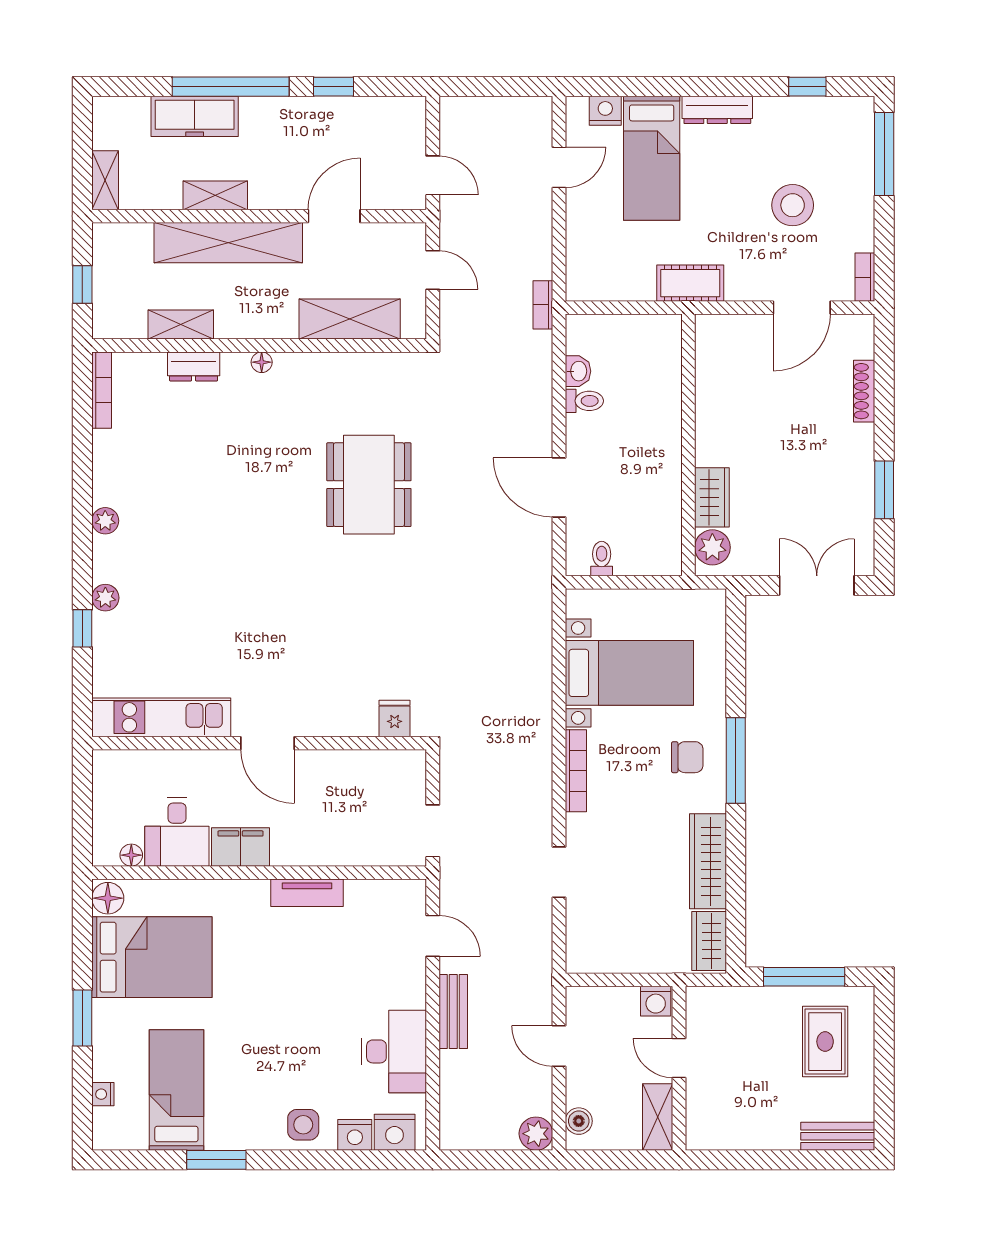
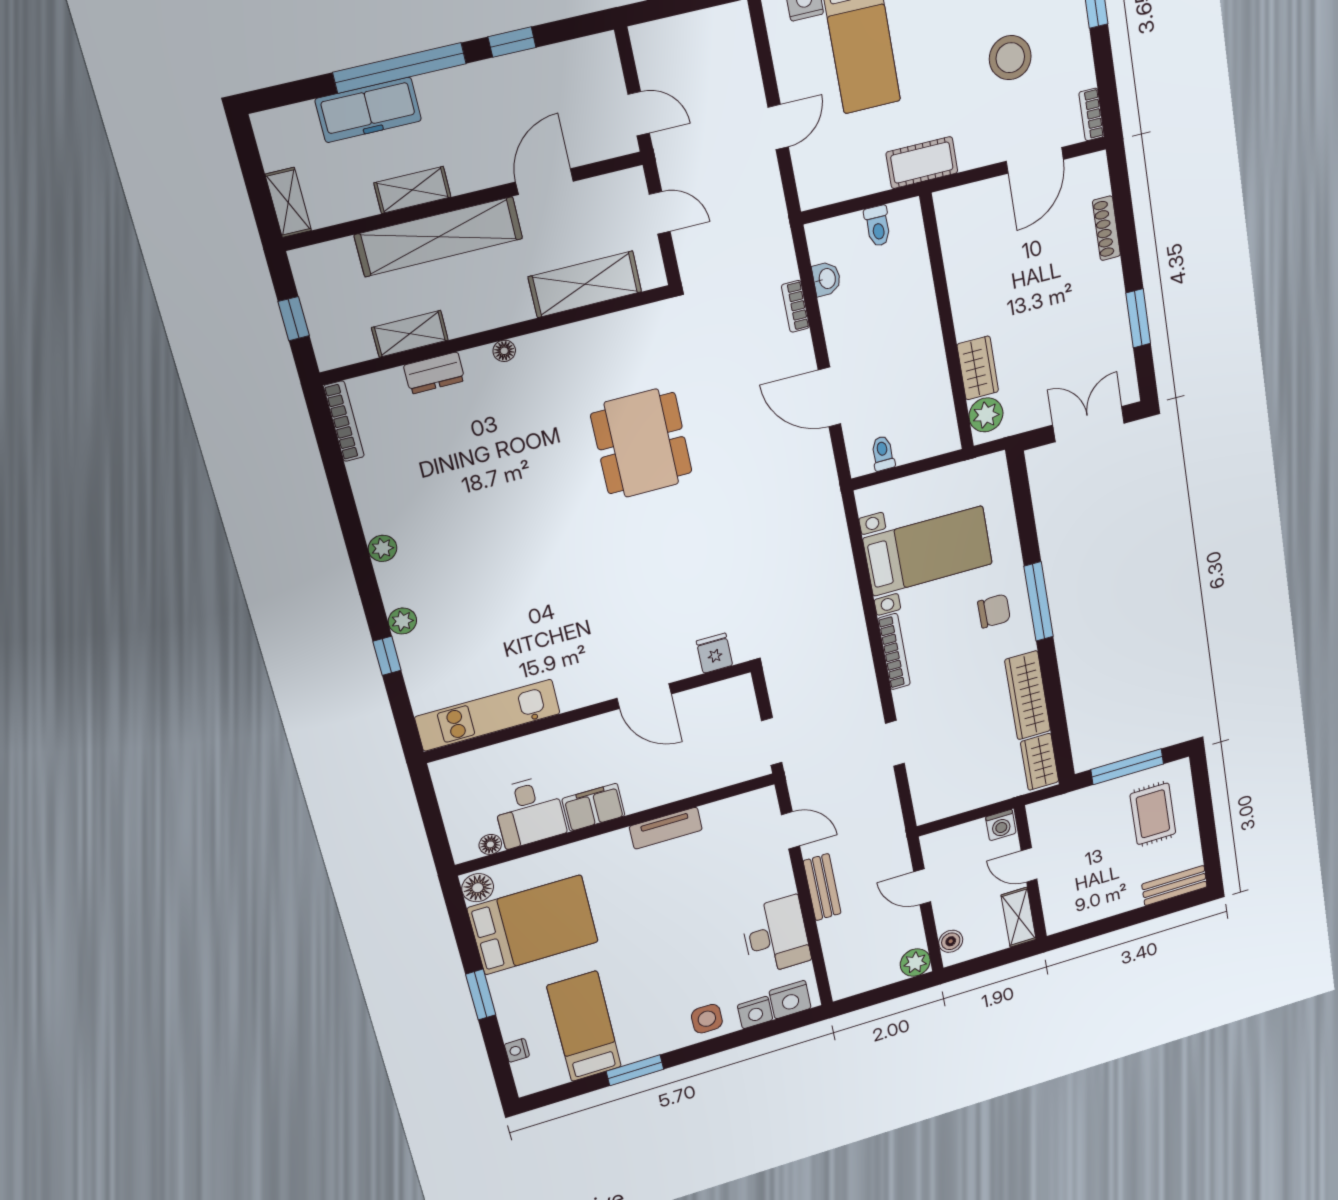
door: (559, 167) -> (778, 127), moved
bookcase: (543, 305) -> (795, 306), moved
toilet: (584, 401) -> (878, 226), moved, turned 90
door: (268, 743) -> (644, 696), moved

